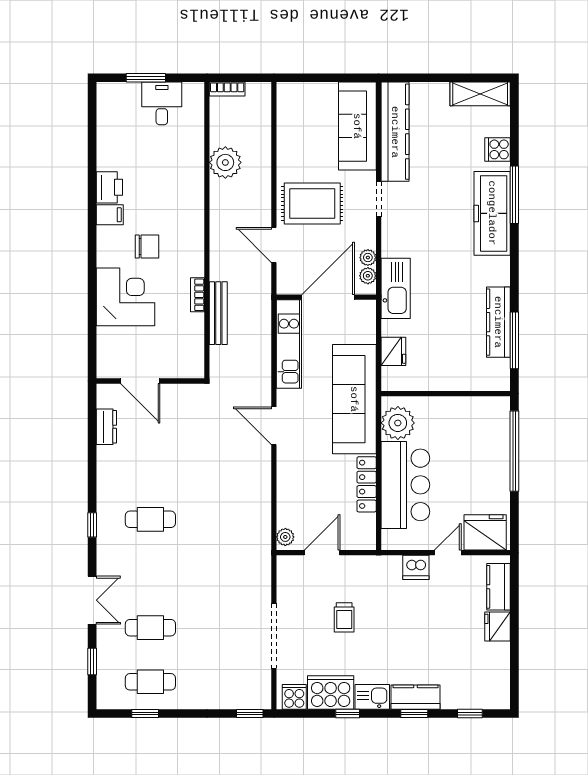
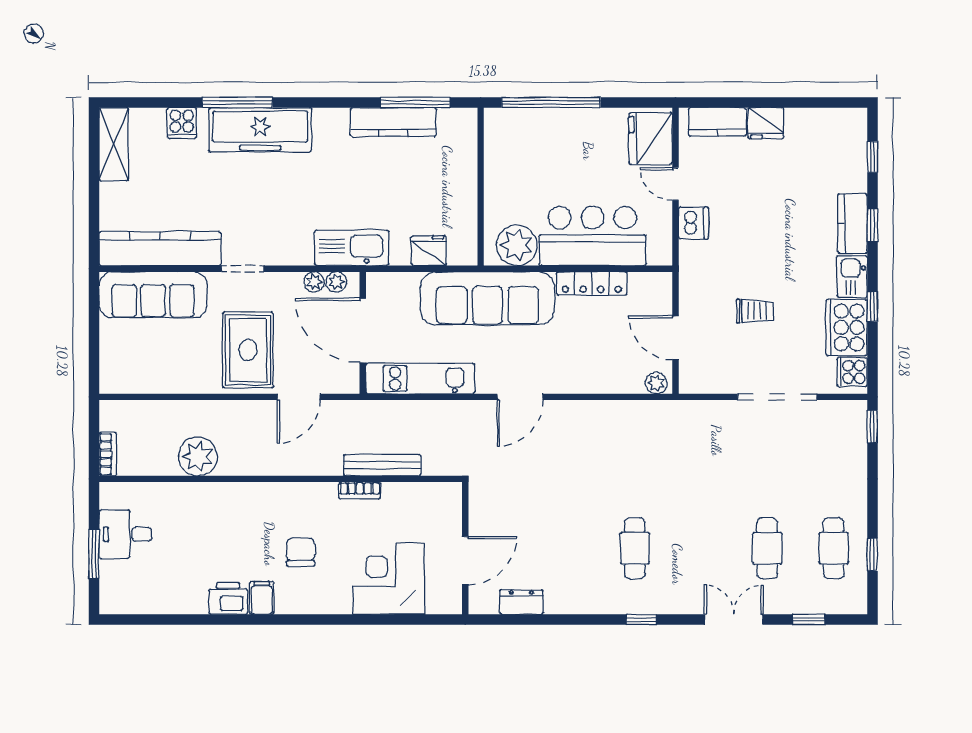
corner desk: (125, 297) -> (389, 579), moved

